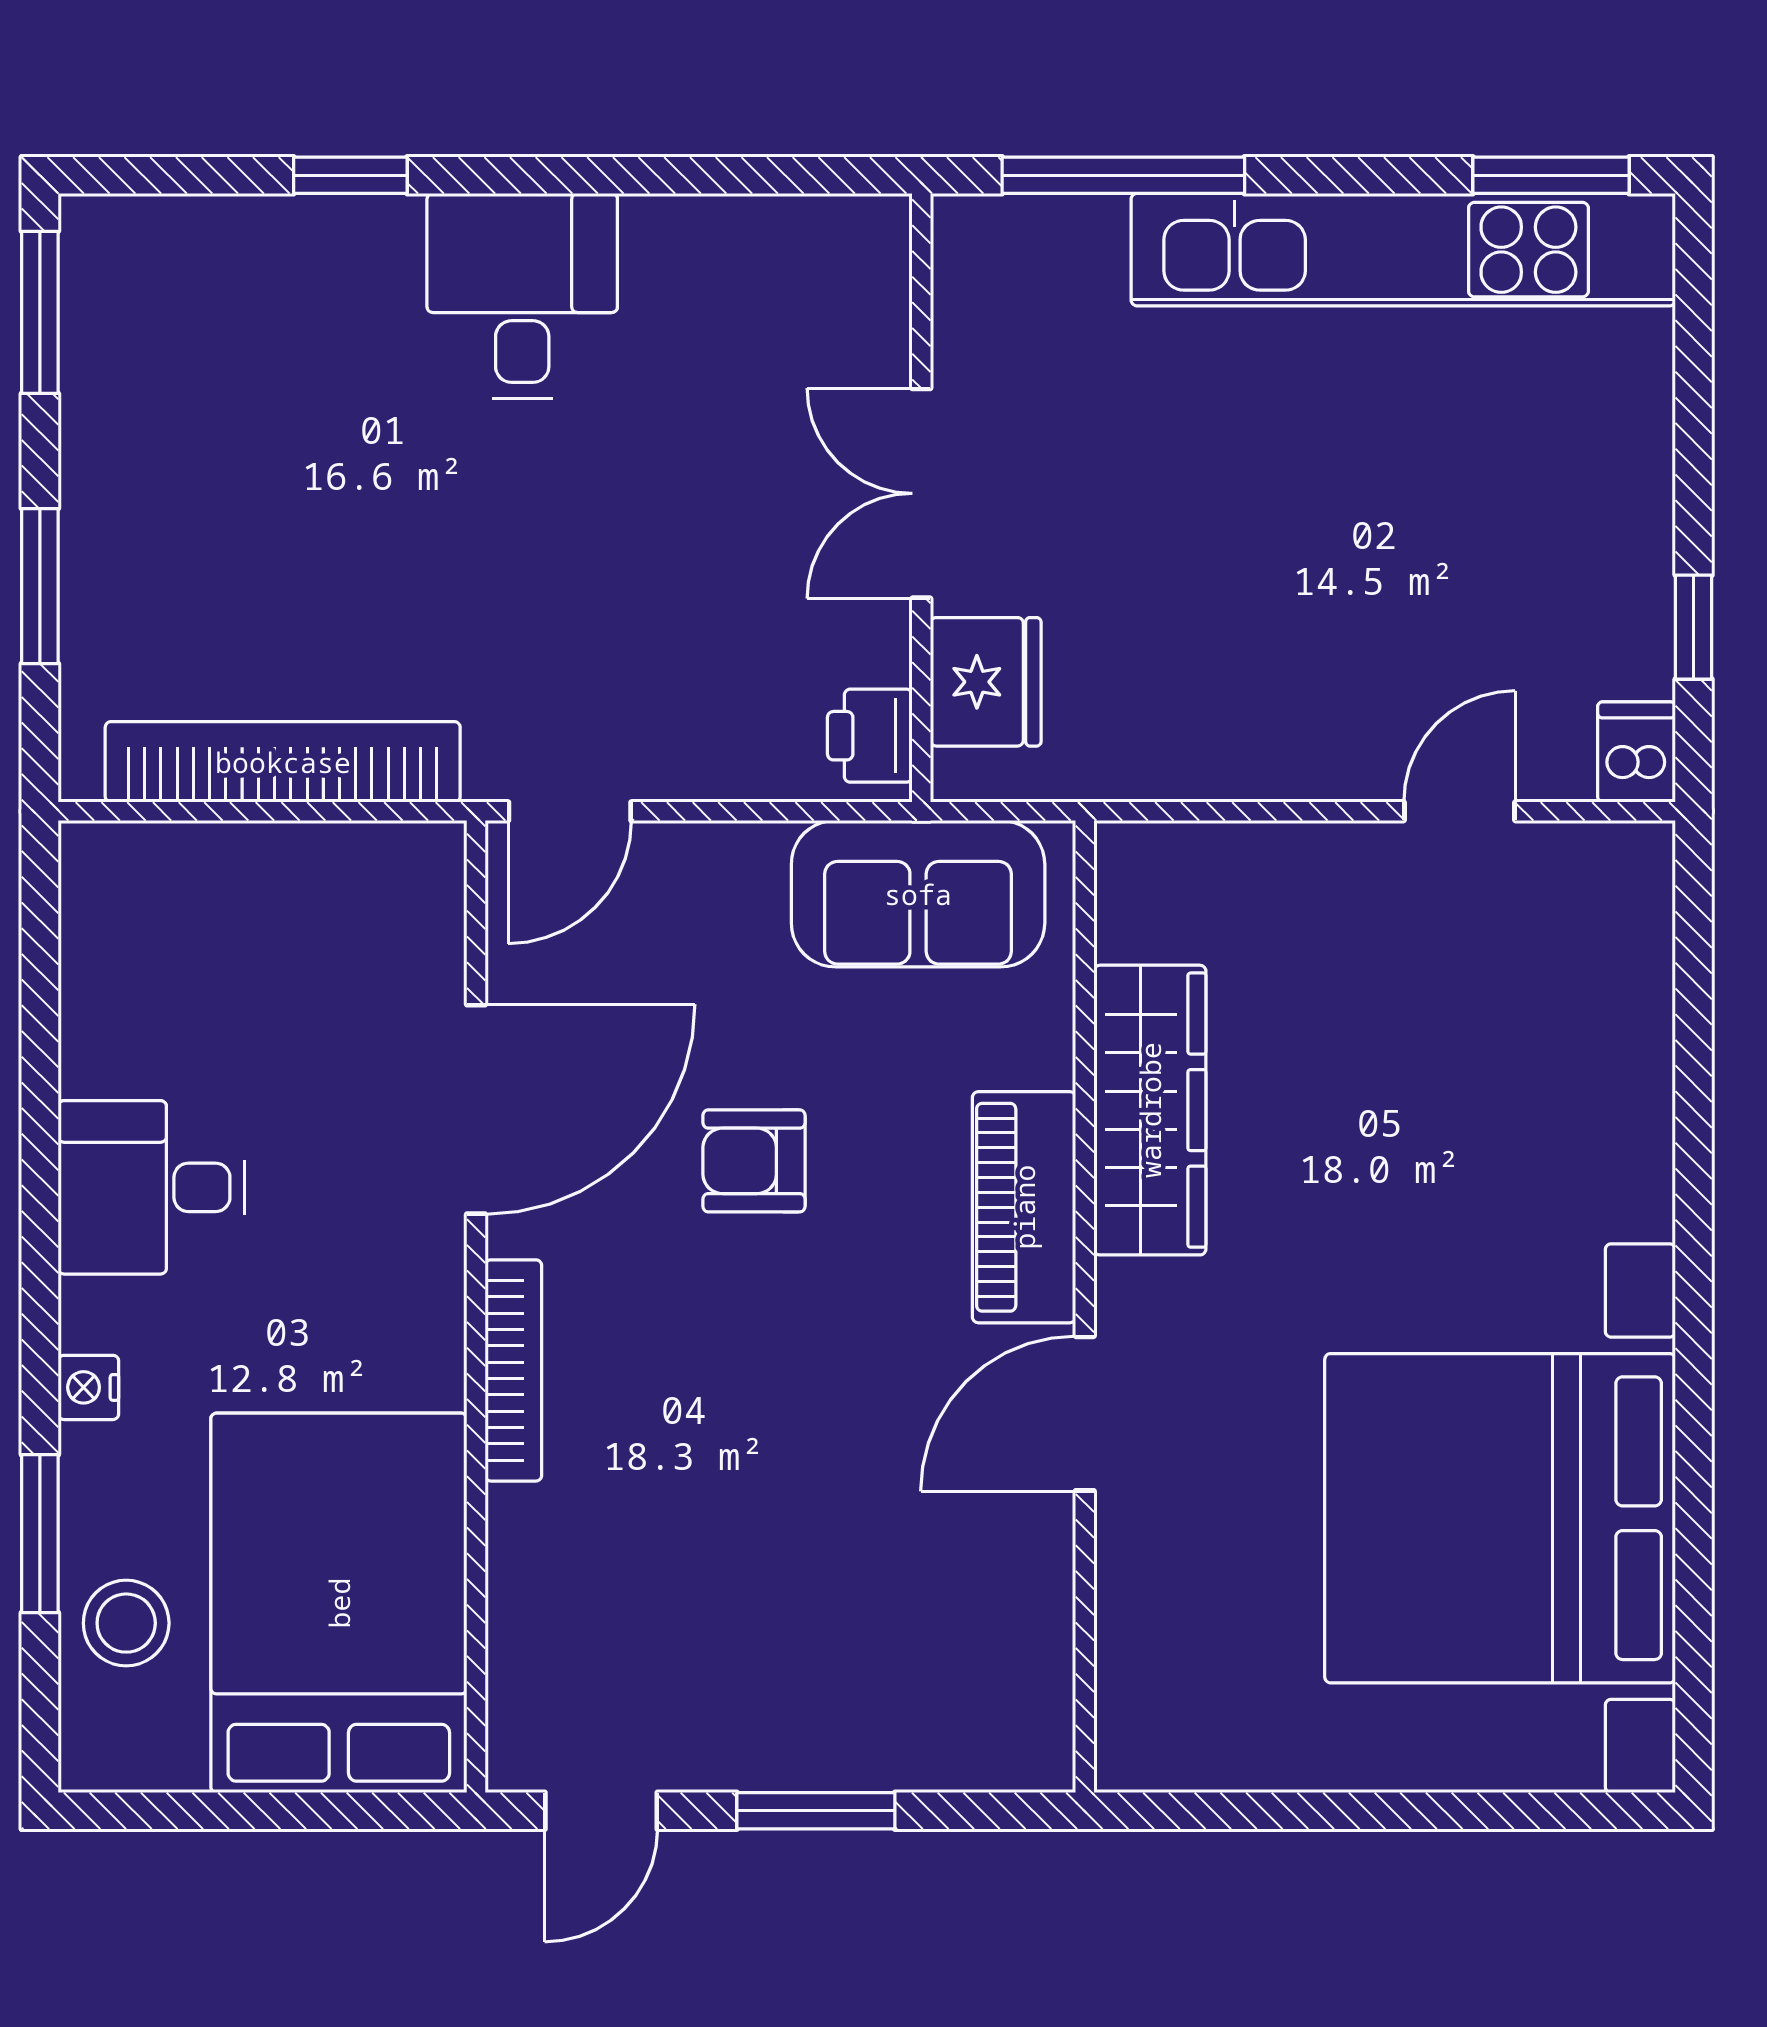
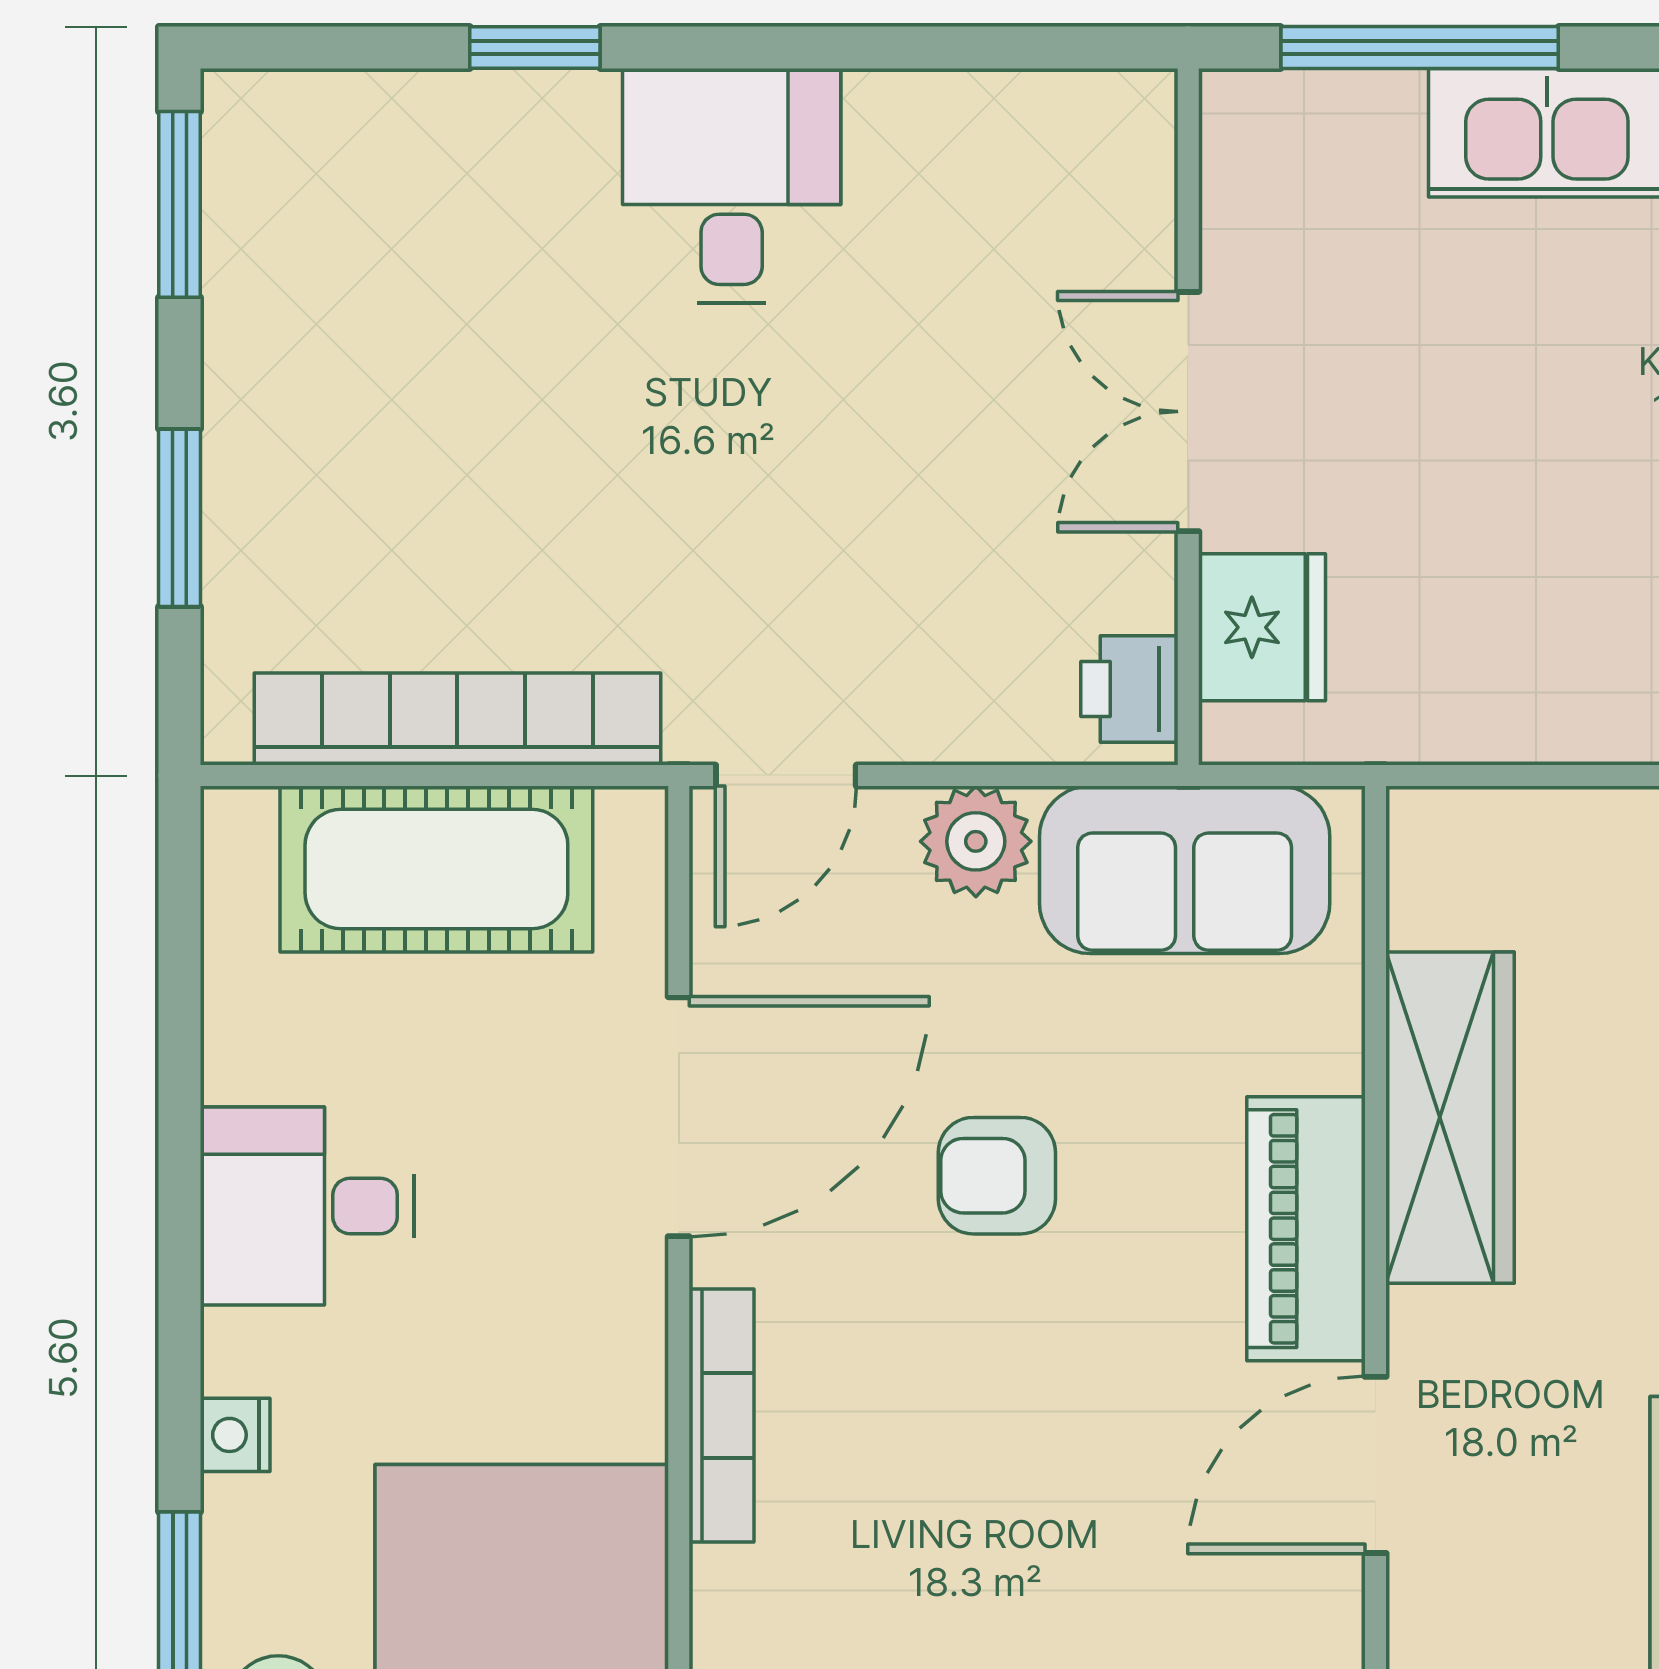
plant: (736, 869) -> (976, 841), added
cot: (264, 893) -> (436, 869), added

